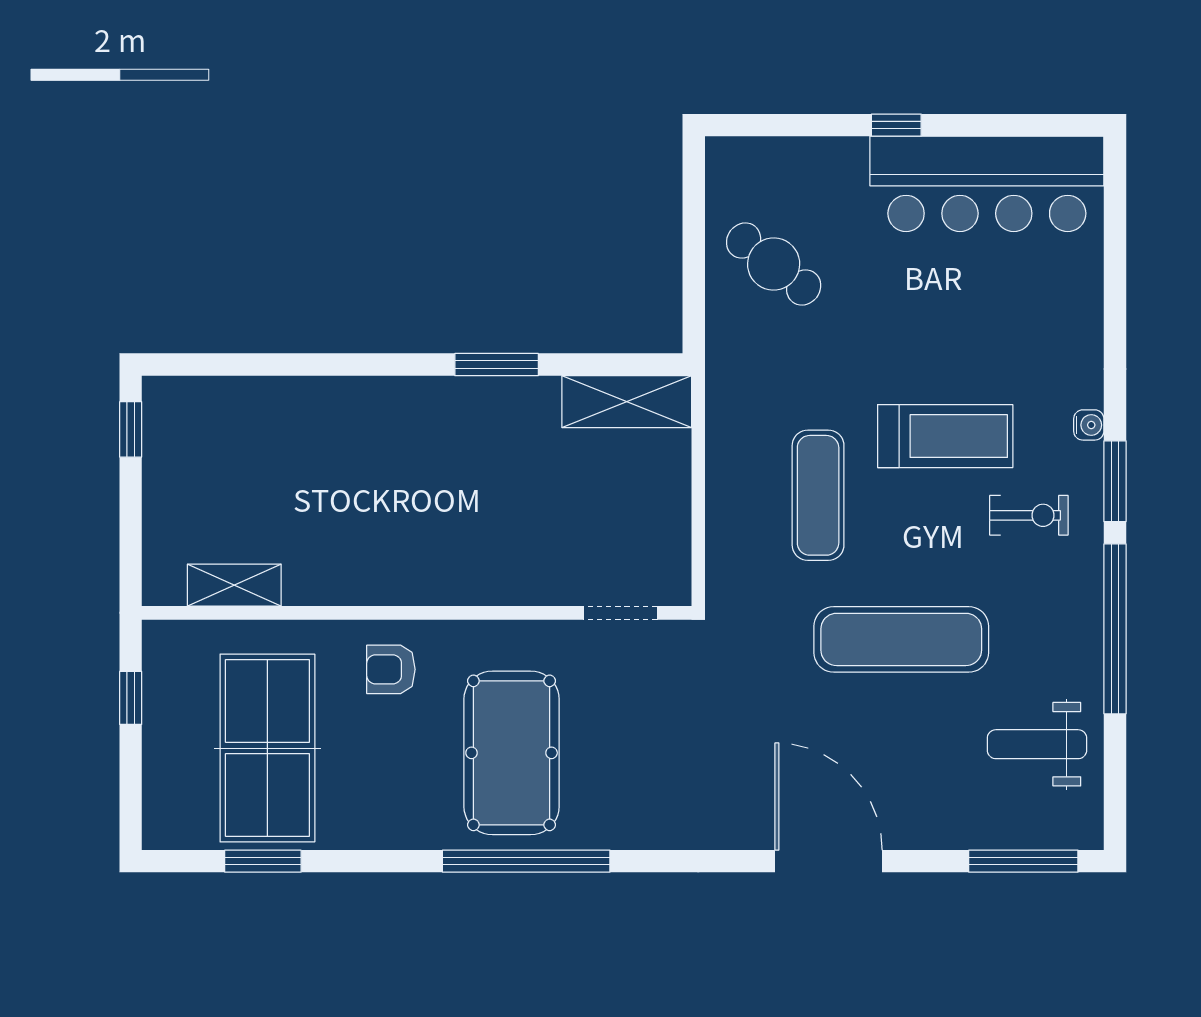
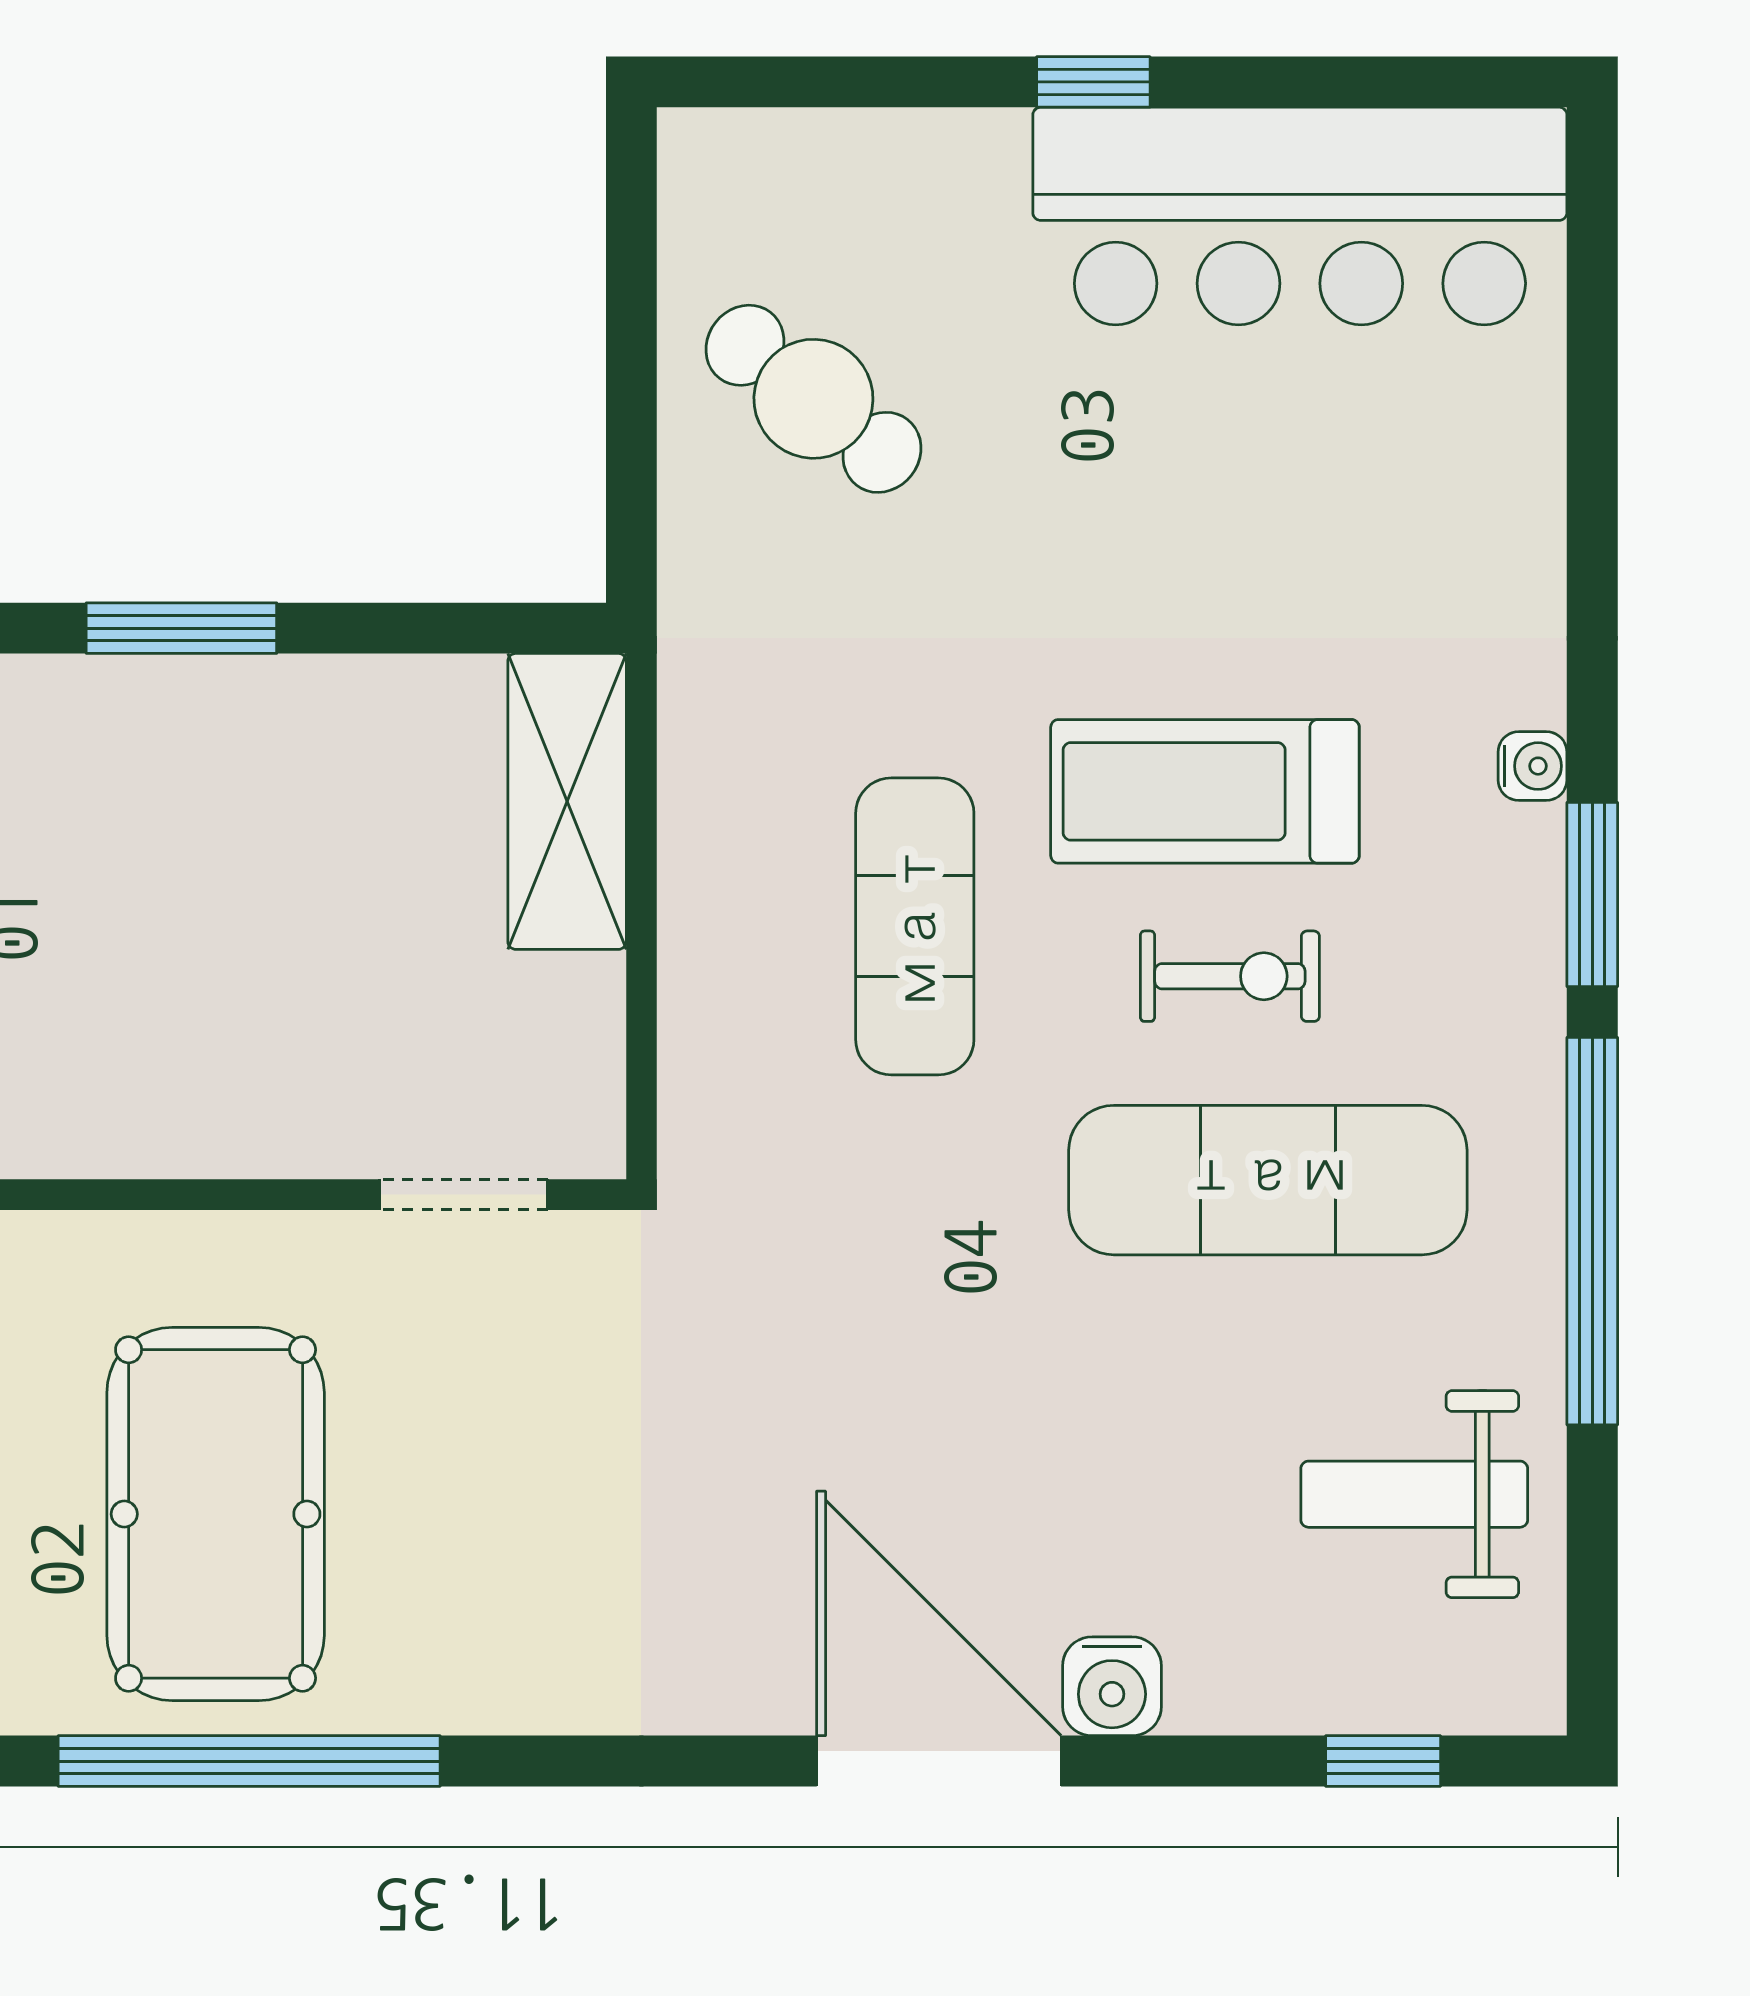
shelving: (627, 402) -> (567, 801), moved, turned 90
treadmill: (945, 436) -> (1205, 791), turned 180
exercise bike: (1029, 515) -> (1230, 976), moved
exercise mat: (901, 639) -> (1268, 1180), moved
water cooler: (904, 828) -> (1112, 1686), added
window: (1023, 861) -> (1383, 1761), width x0.46

